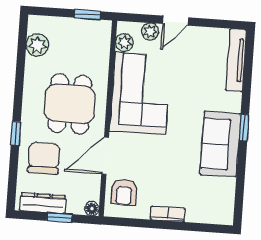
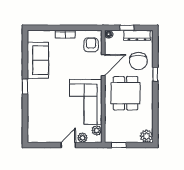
plant: (37, 45) -> (146, 136), moved
tv unit: (236, 60) -> (32, 125), removed
sofa: (220, 144) -> (38, 60), moved

